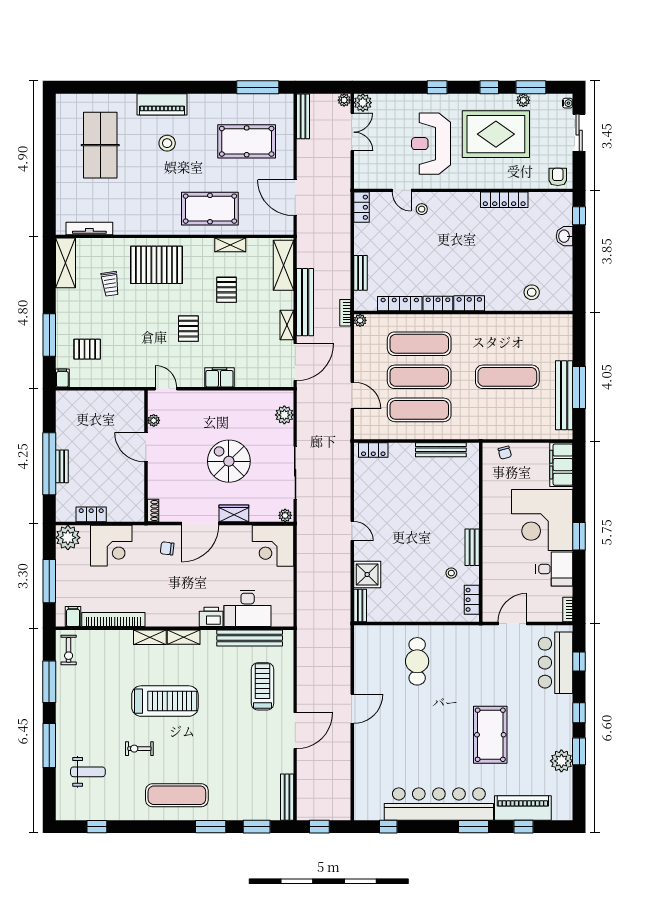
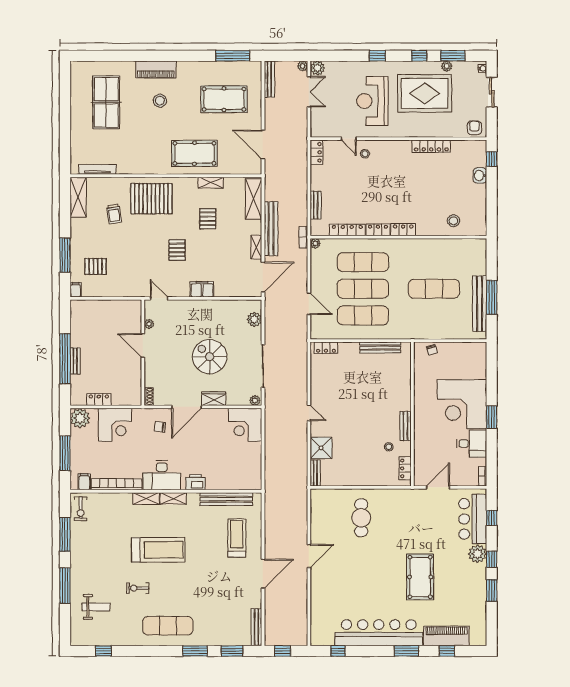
filing cabinet: (561, 465) -> (477, 359), removed
desk: (248, 608) -> (162, 475), moved
plant: (561, 761) -> (477, 554), moved

